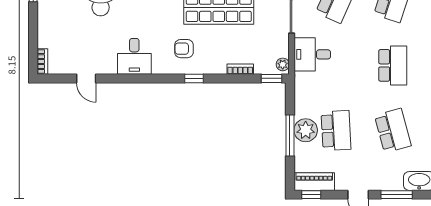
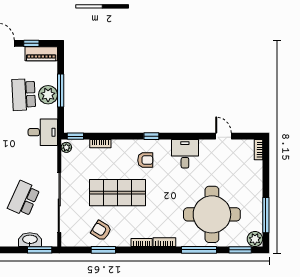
desk: (312, 54) -> (43, 132), moved
window: (194, 78) -> (151, 136), moved
window: (311, 195) -> (31, 43), moved

